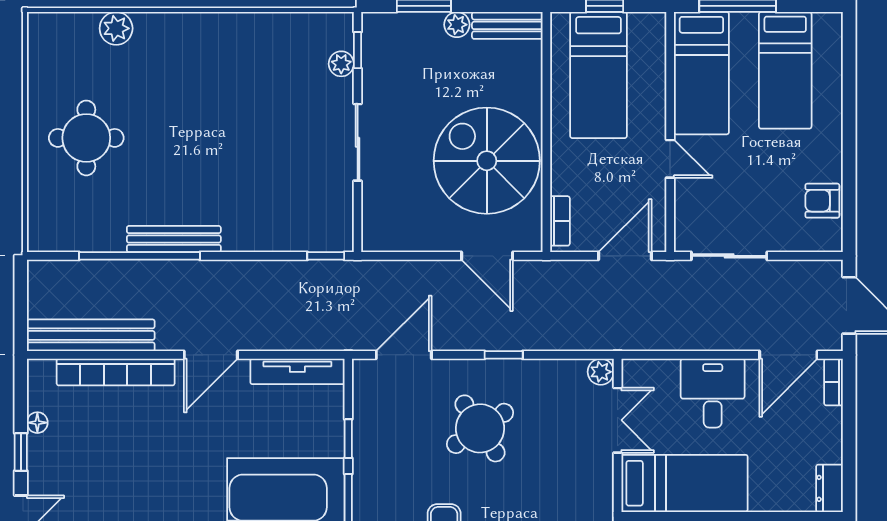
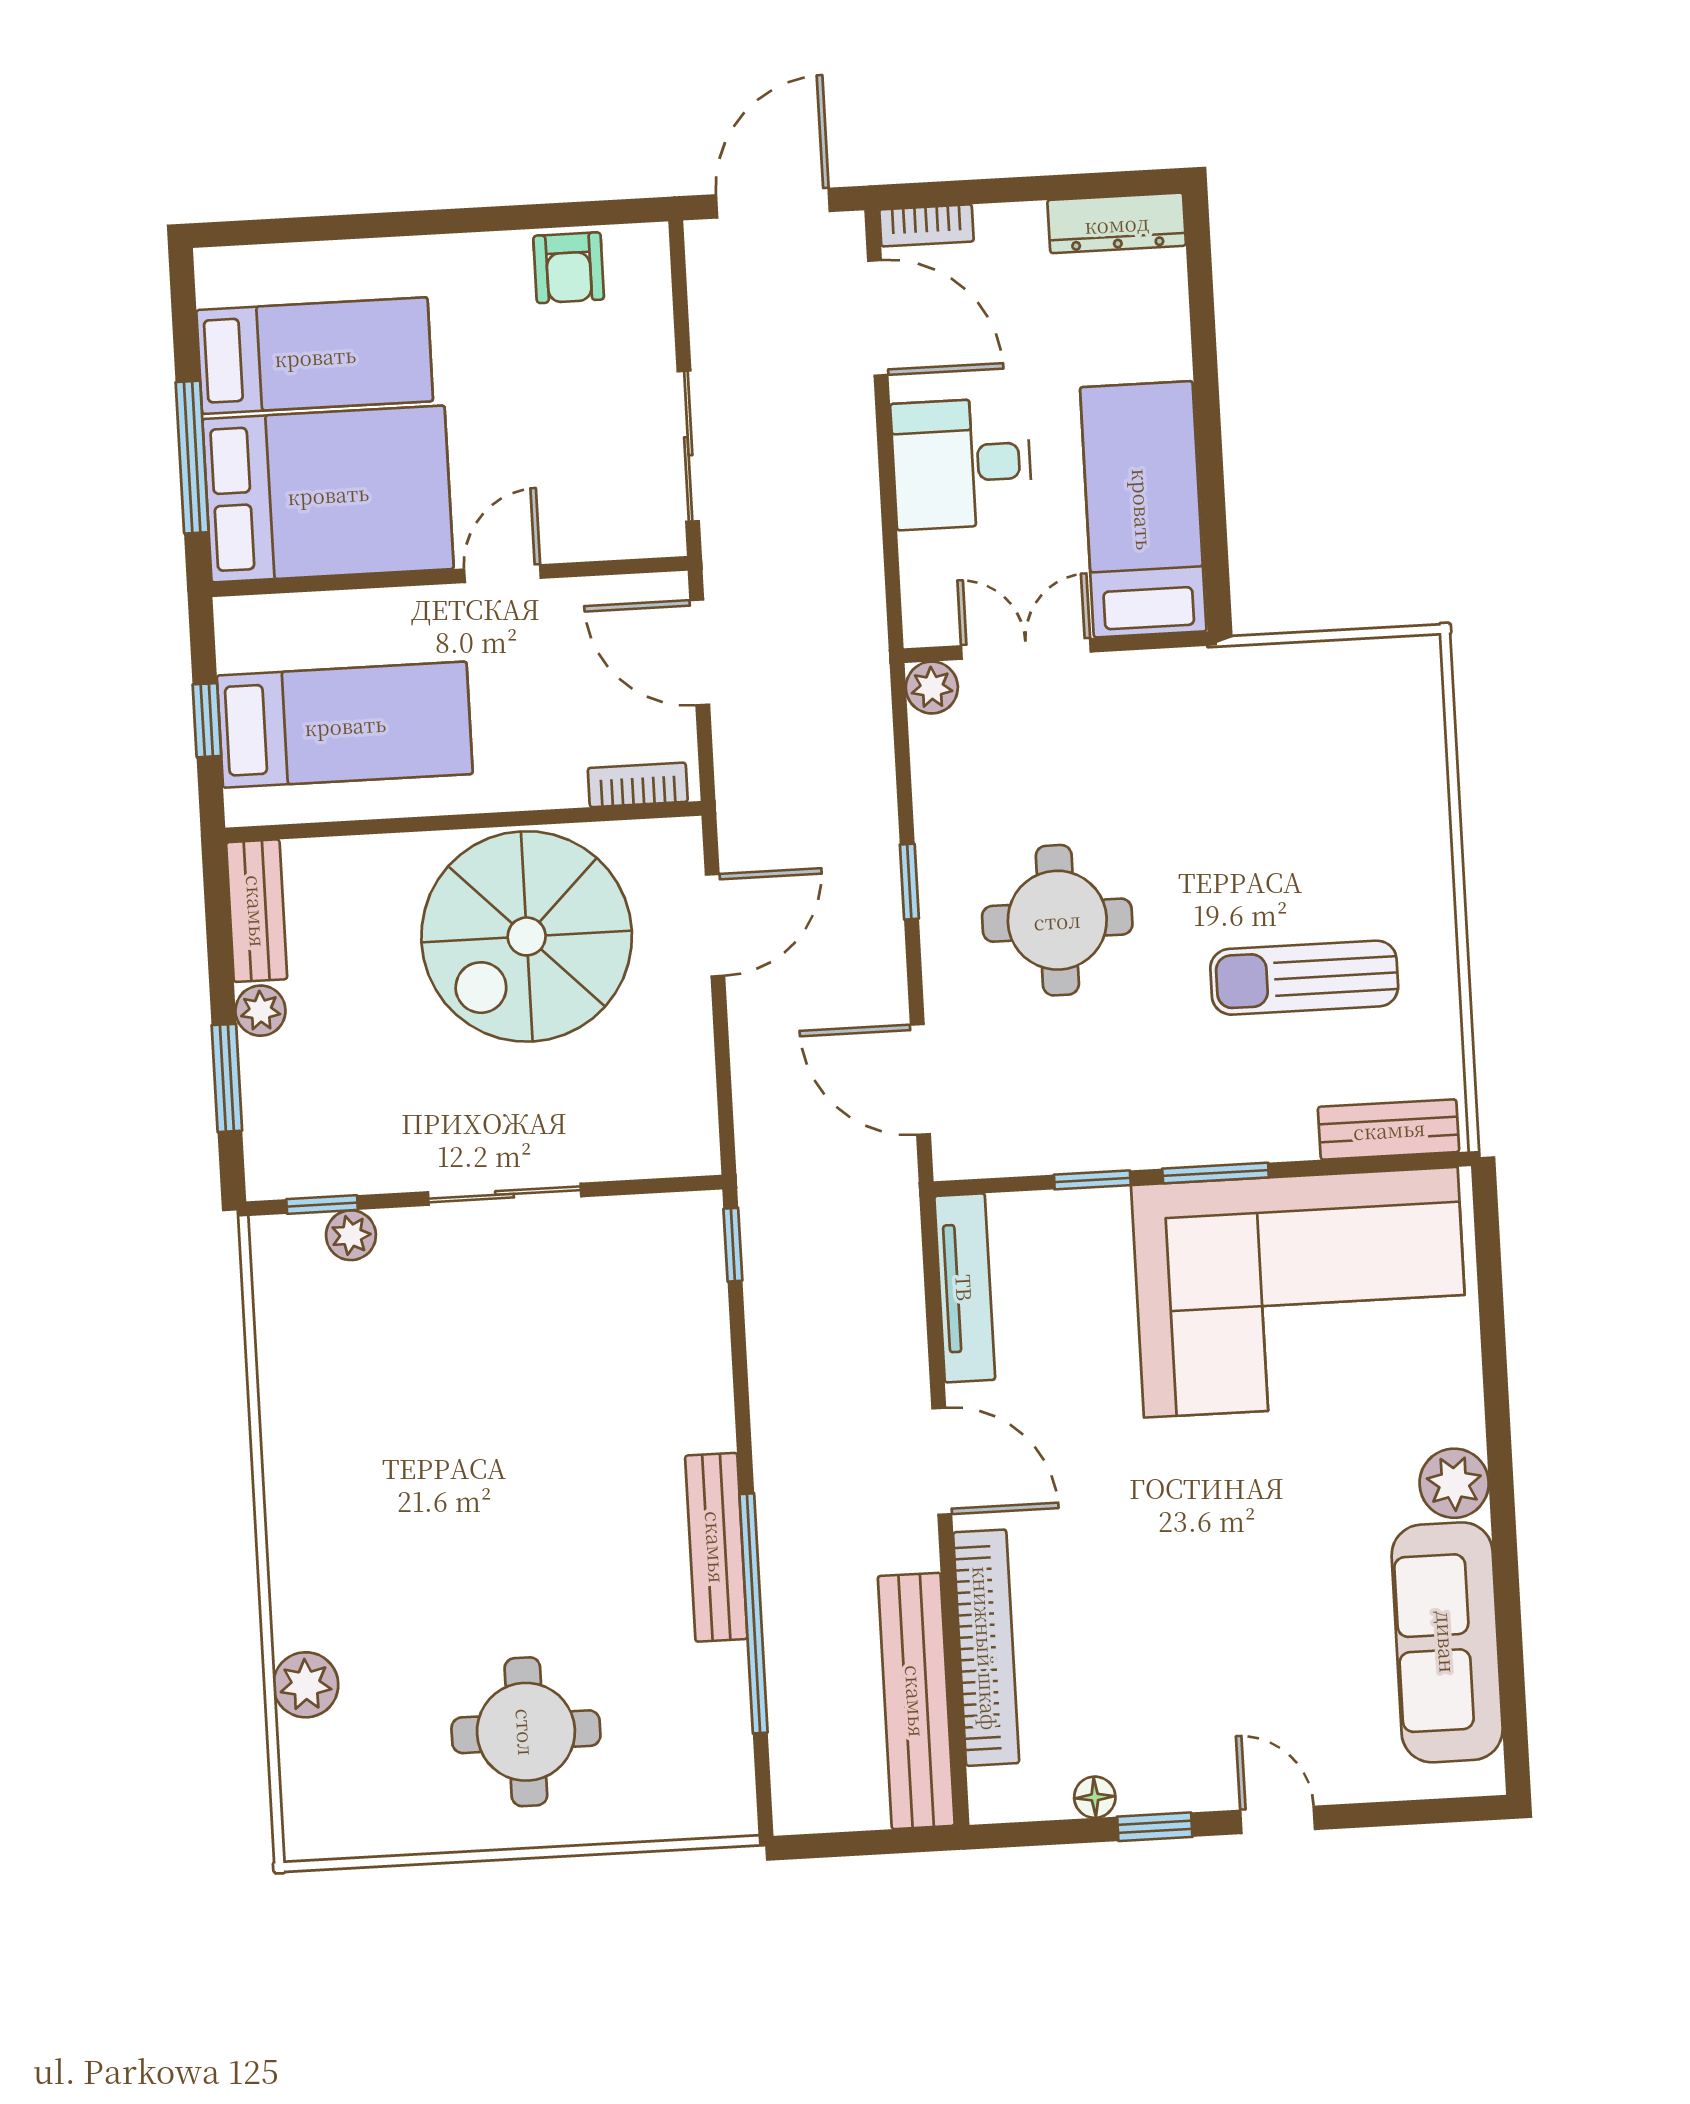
bed: (701, 73) -> (328, 494), width x1.50
round table: (480, 428) -> (1057, 920), turned 33
dresser: (829, 488) -> (1117, 223), width x1.44

